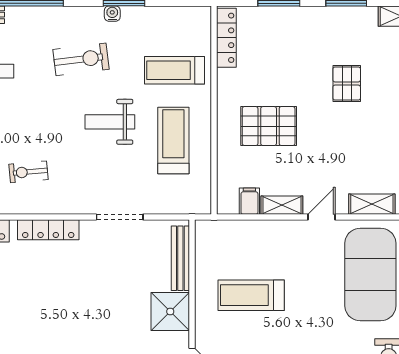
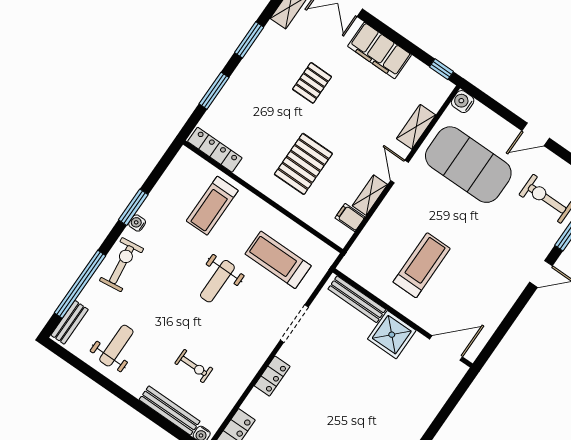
exercise bike: (81, 59) -> (122, 265), moved
pallet: (347, 83) -> (312, 83), turned 90
treadmill: (173, 140) -> (278, 260), moved
exercise bike: (29, 172) -> (194, 366), moved, turned -85
locker: (48, 230) -> (272, 376), width x0.66
treadmill: (251, 295) -> (422, 265), turned 180

